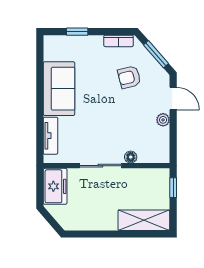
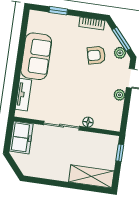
plant: (157, 70) -> (120, 53), added

